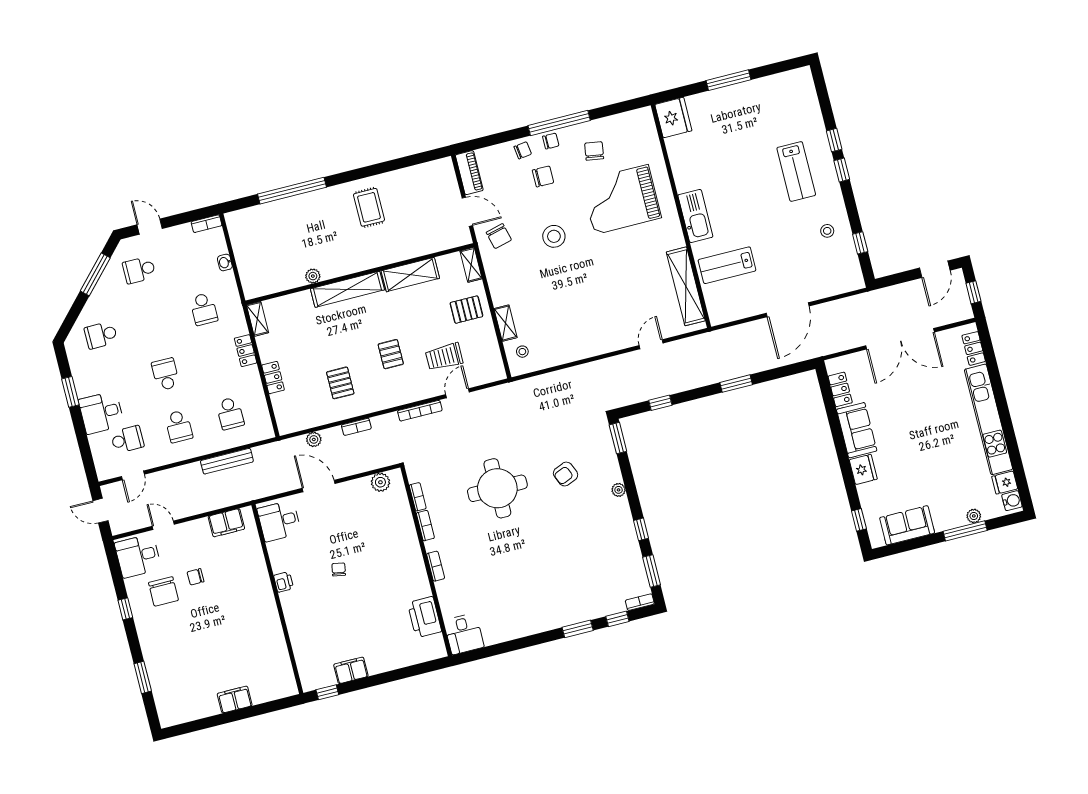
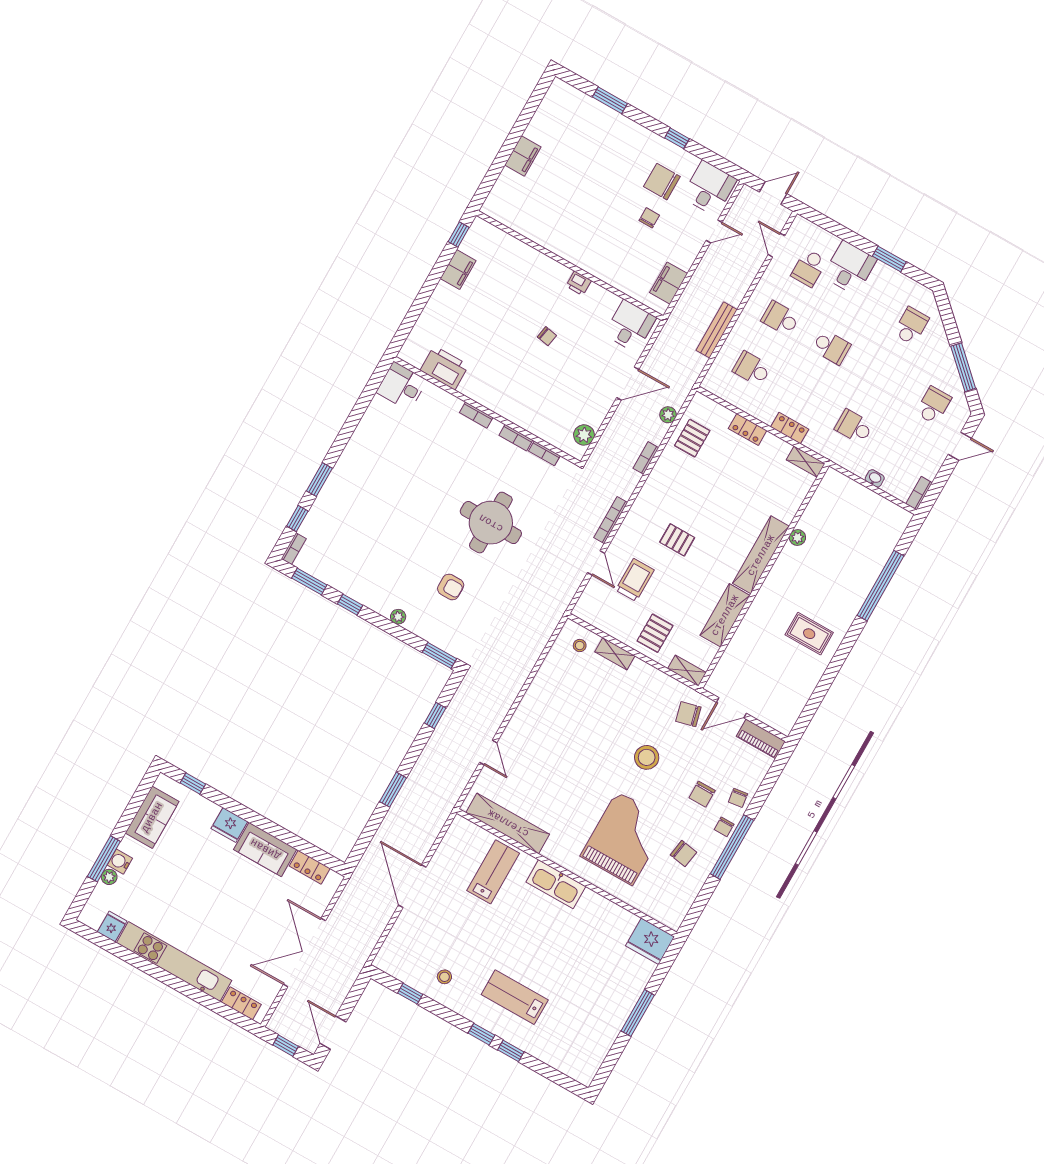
pallet: (340, 383) -> (692, 438), moved, turned 90
armchair: (566, 474) -> (451, 587), turned 113
water cooler: (1012, 501) -> (120, 862), moved, turned 90

